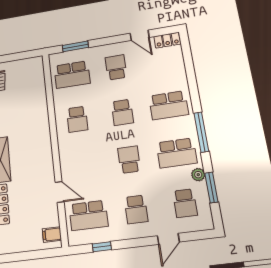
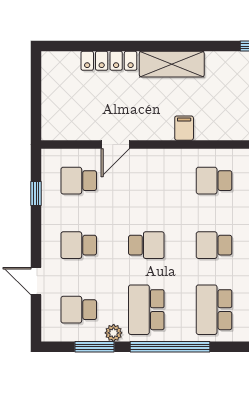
window: (201, 132) -> (170, 347), width x1.46
school desk: (88, 215) -> (79, 181), width x0.54
filing cabinet: (52, 235) -> (184, 128), moved

